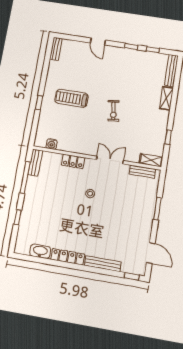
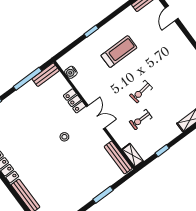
door: (98, 41) -> (172, 13), moved
treadmill: (72, 98) -> (119, 52), turned 90
exercise bike: (132, 130) -> (141, 120), added
double door: (110, 160) -> (96, 117), moved
bench: (142, 172) -> (118, 158), width x1.36

